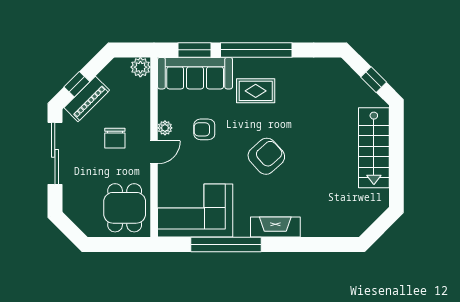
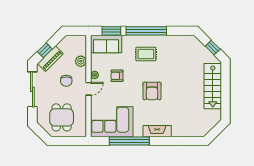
plant: (140, 67) -> (81, 61), moved
sofa: (195, 73) -> (106, 44), width x0.73
armchair: (266, 156) -> (152, 91), turned 132
dining table: (125, 208) -> (62, 117), moved

